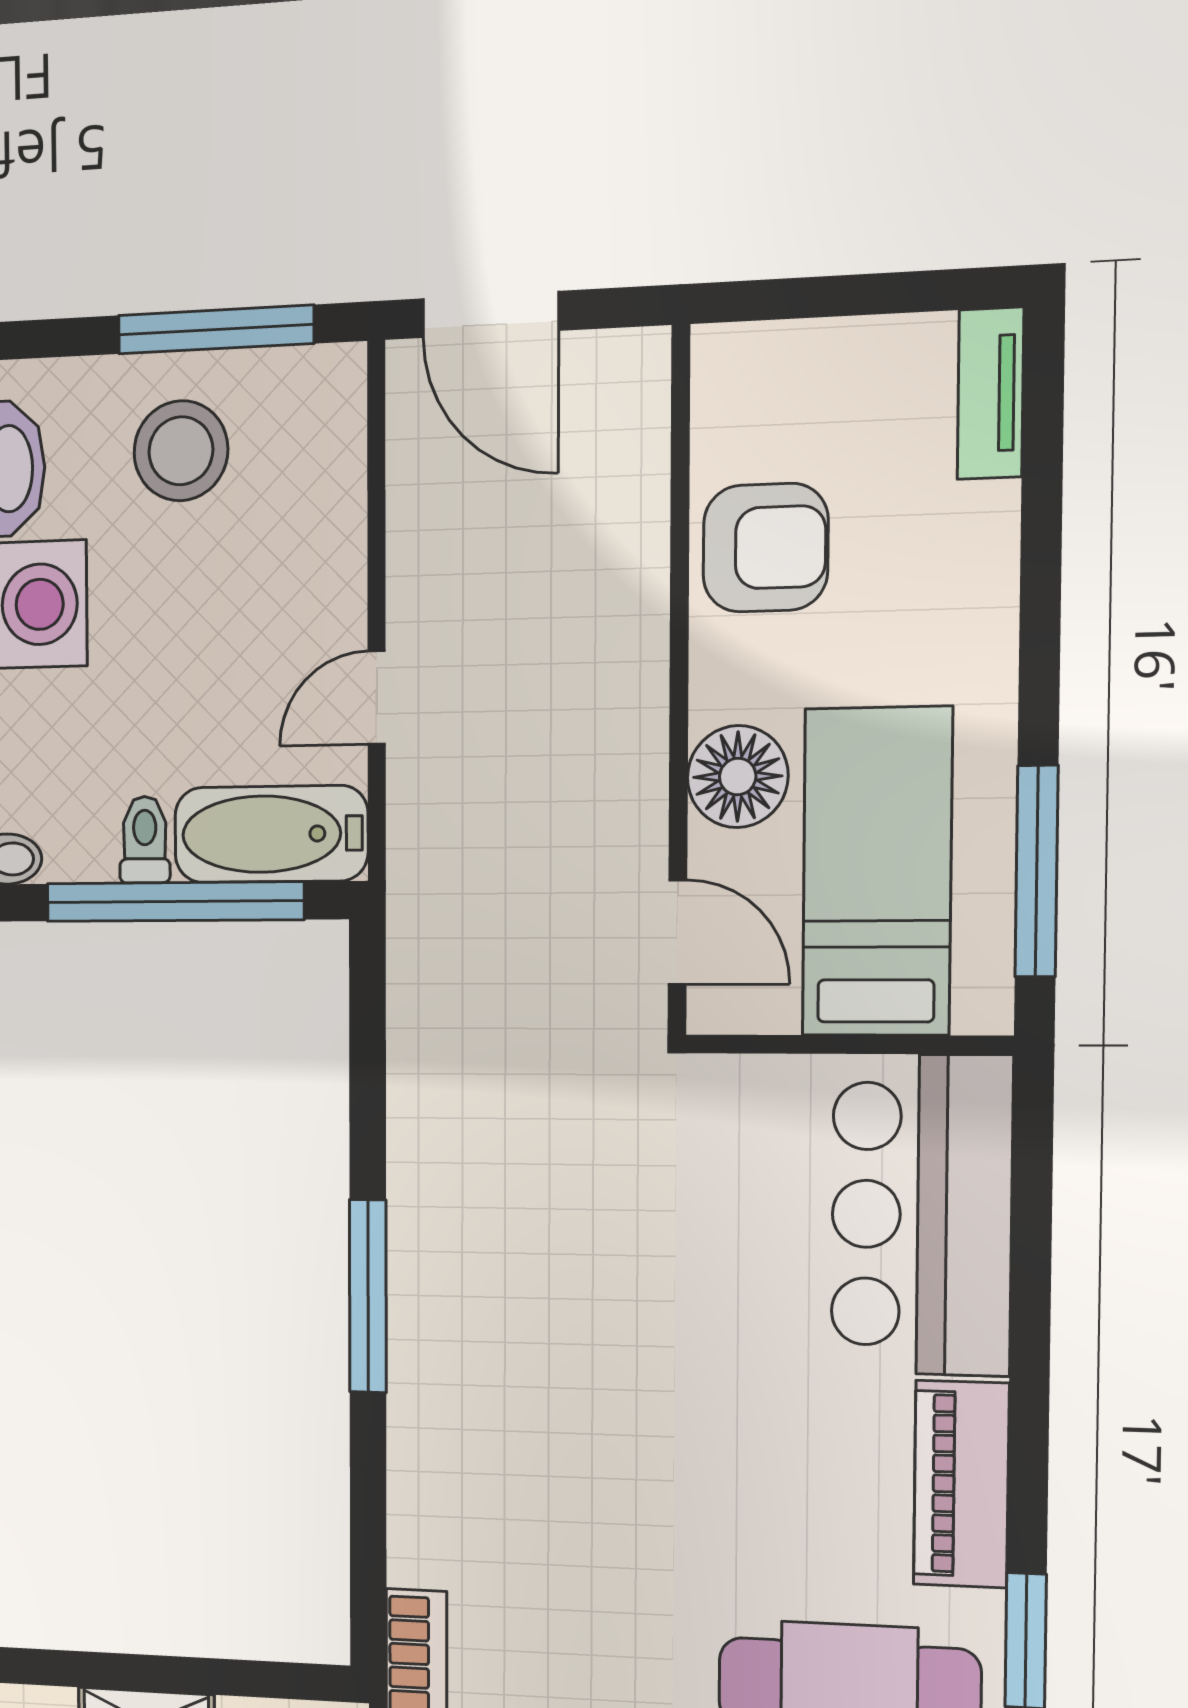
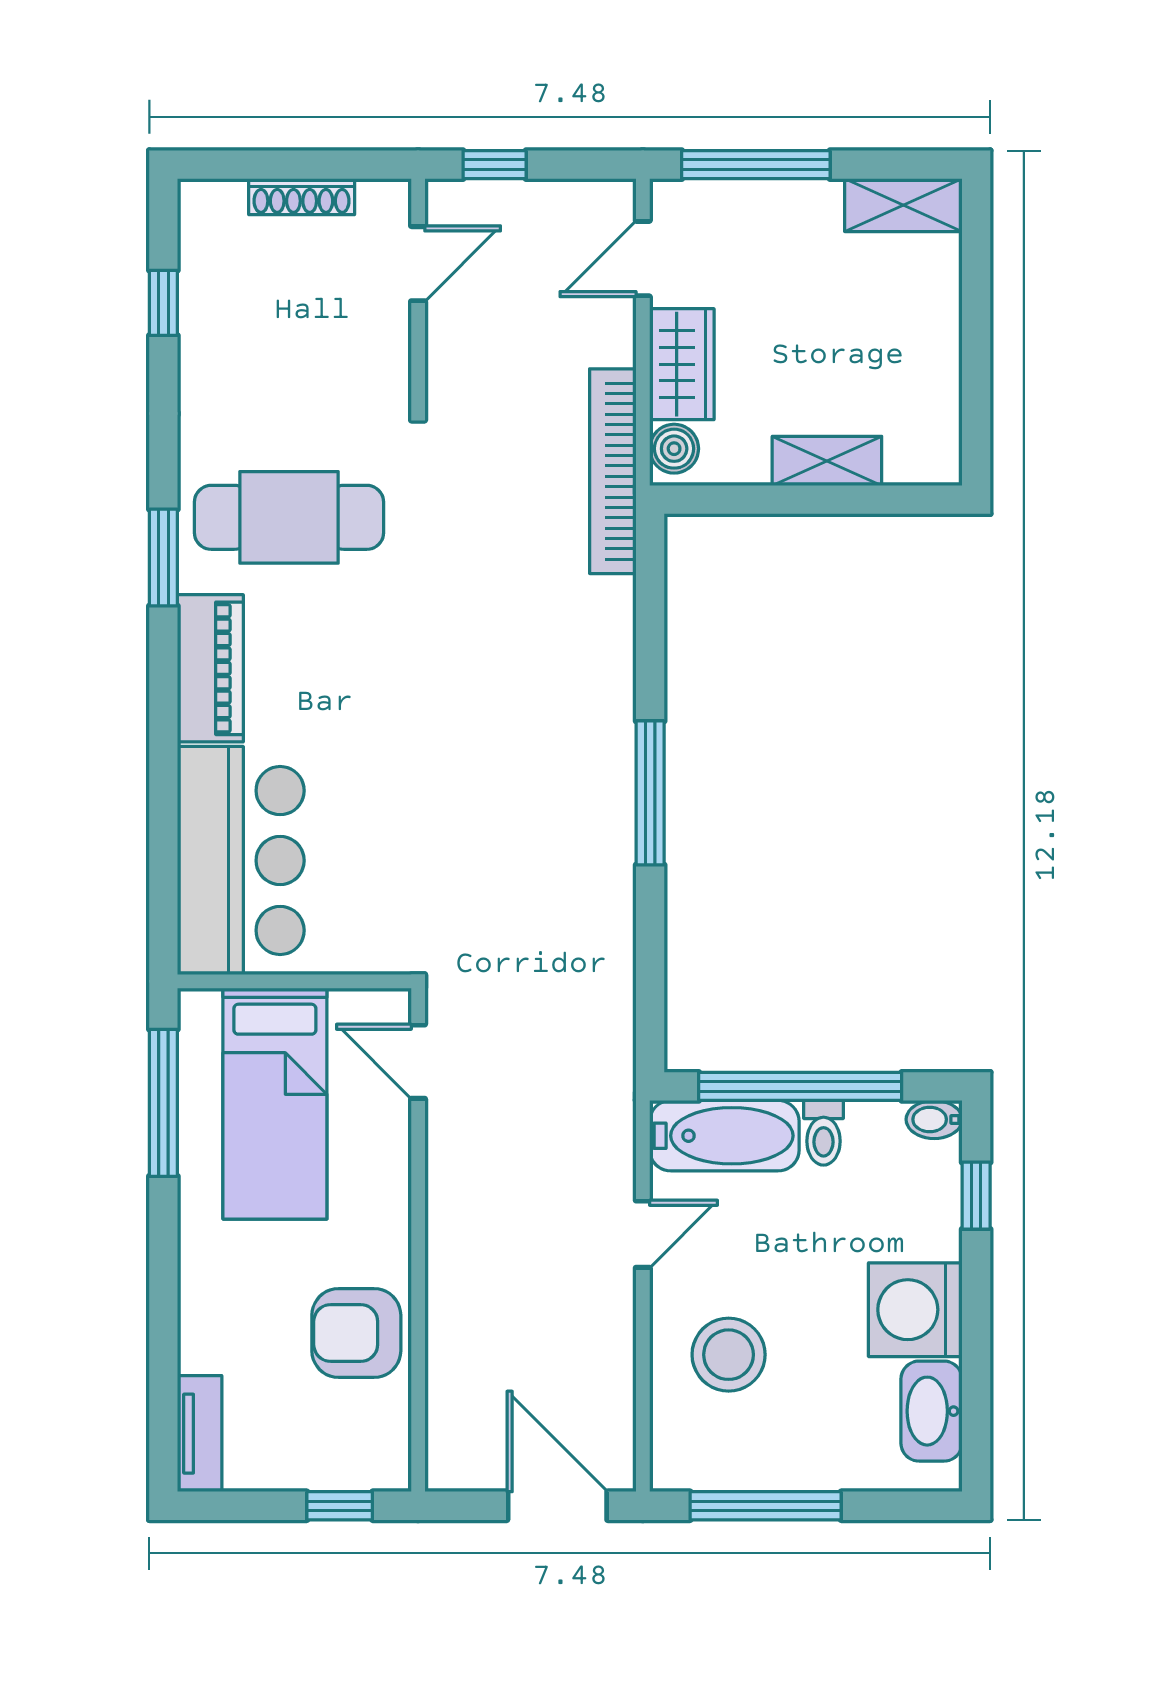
window: (791, 298) -> (340, 1506), added
stool: (181, 451) -> (729, 1355), moved
floor lamp: (738, 777) -> (375, 1172), removed

